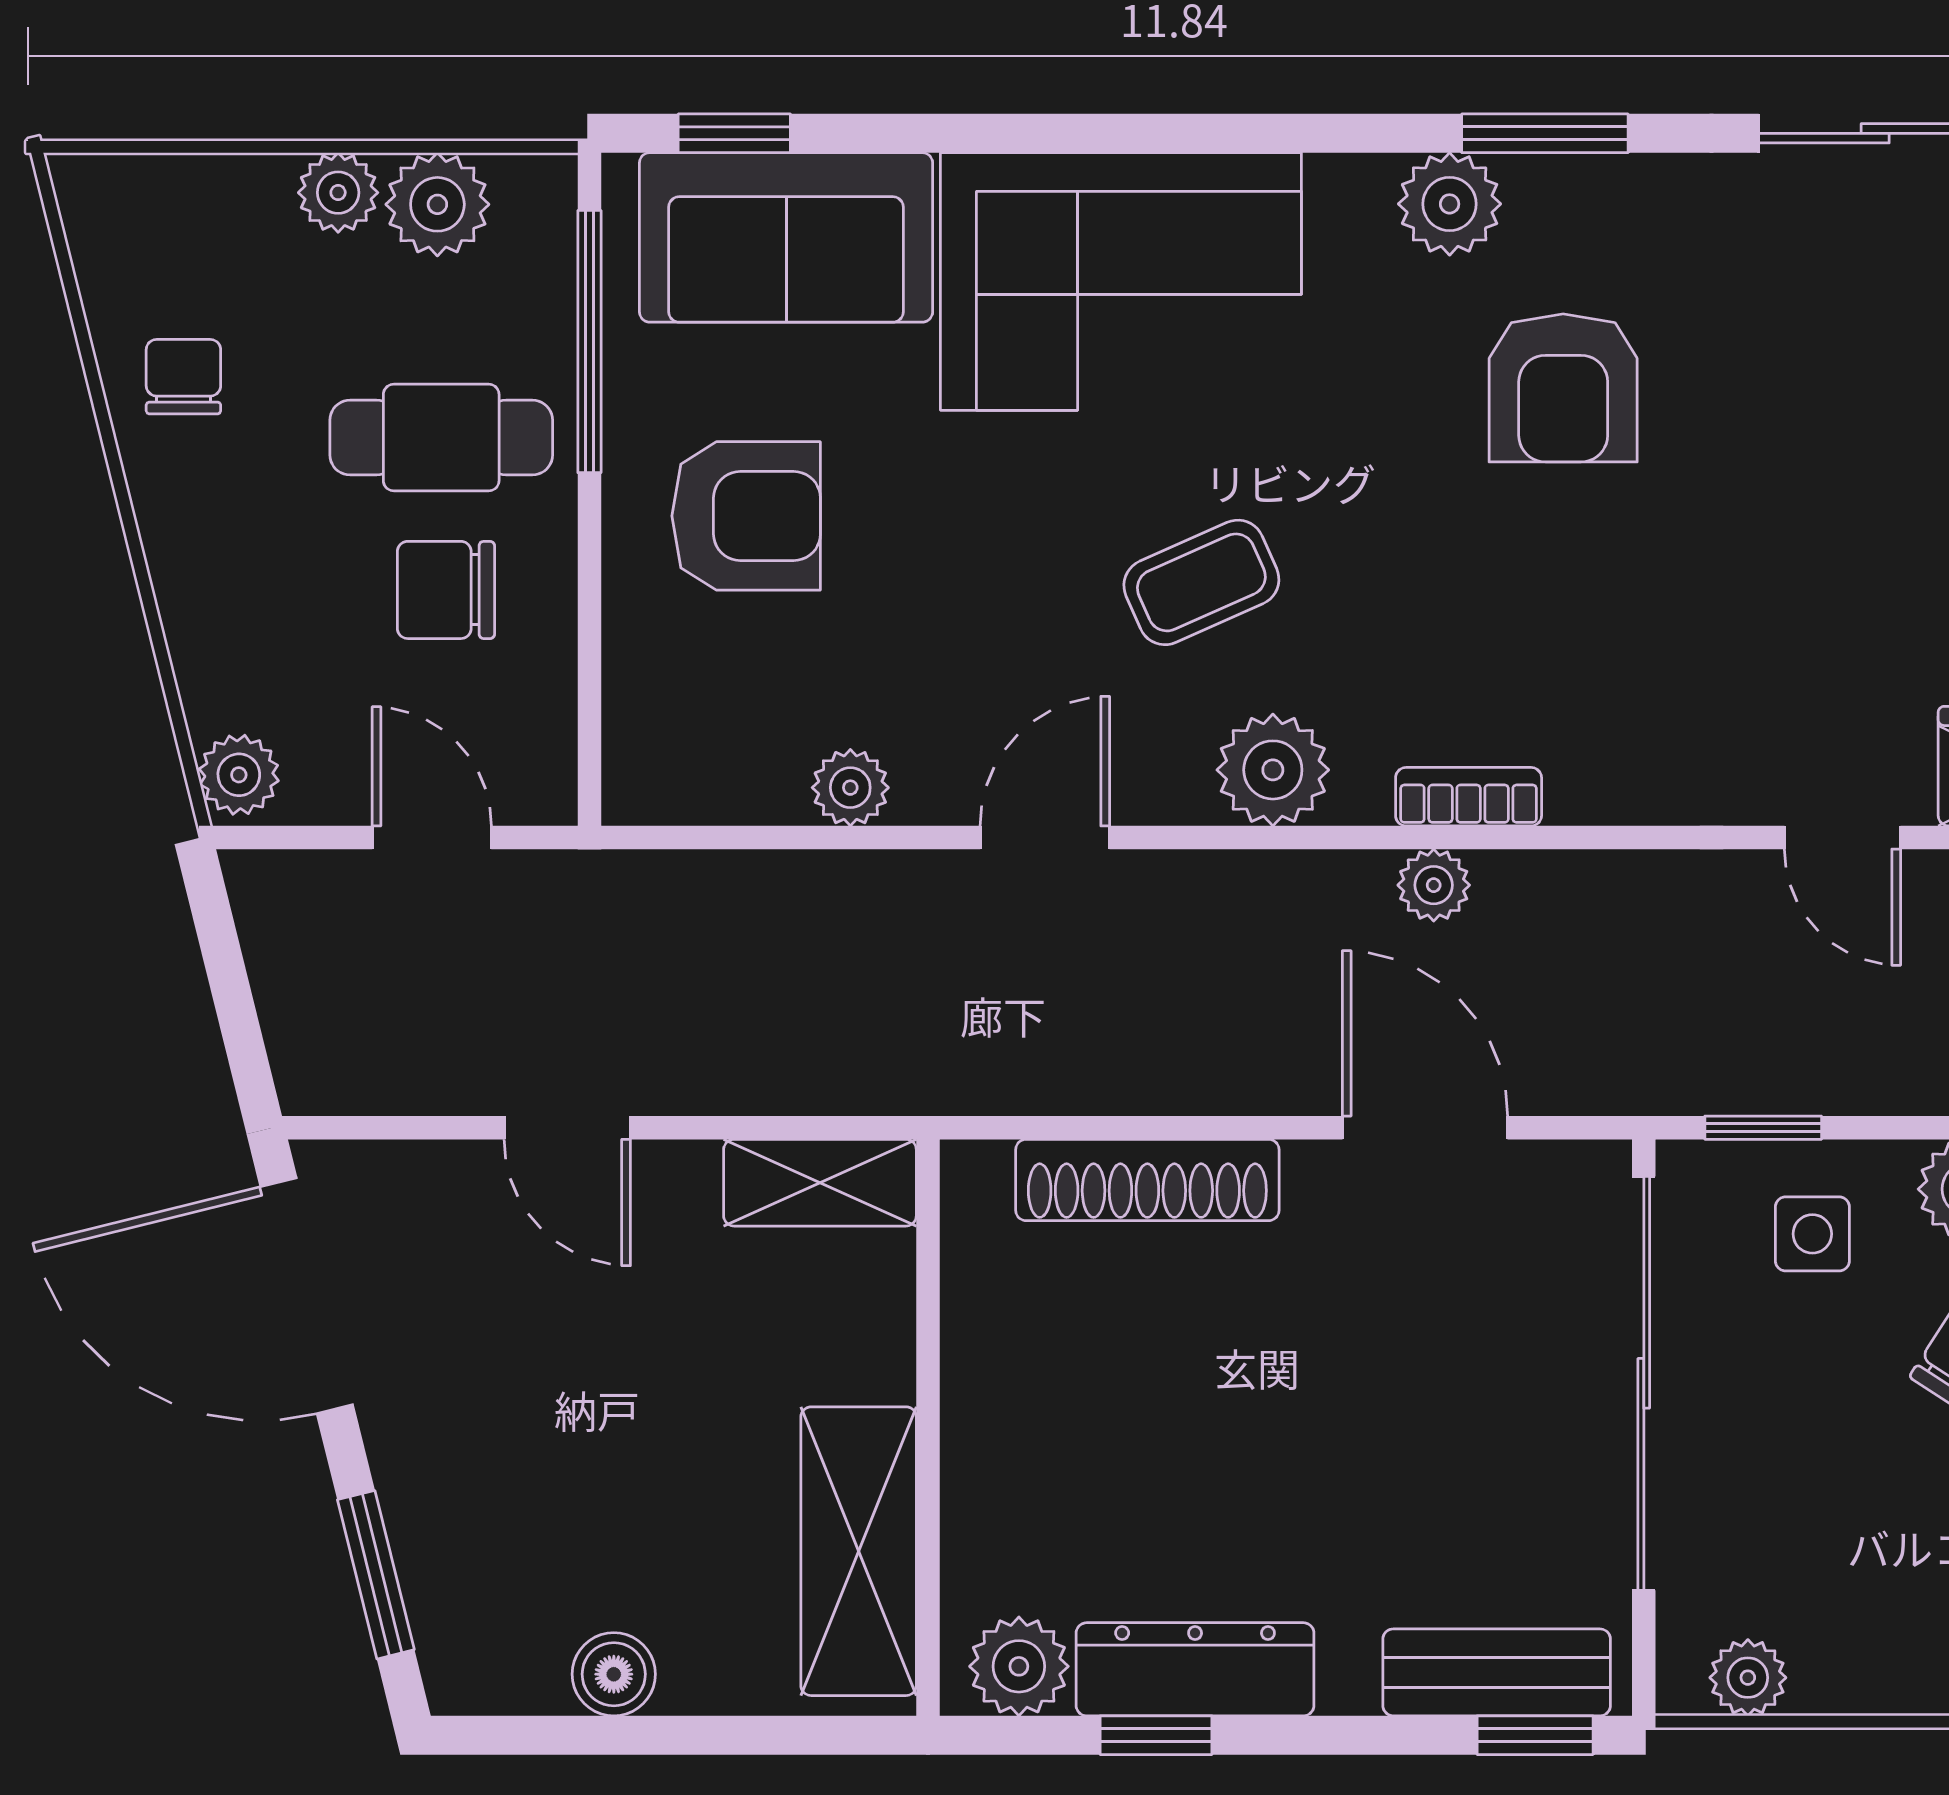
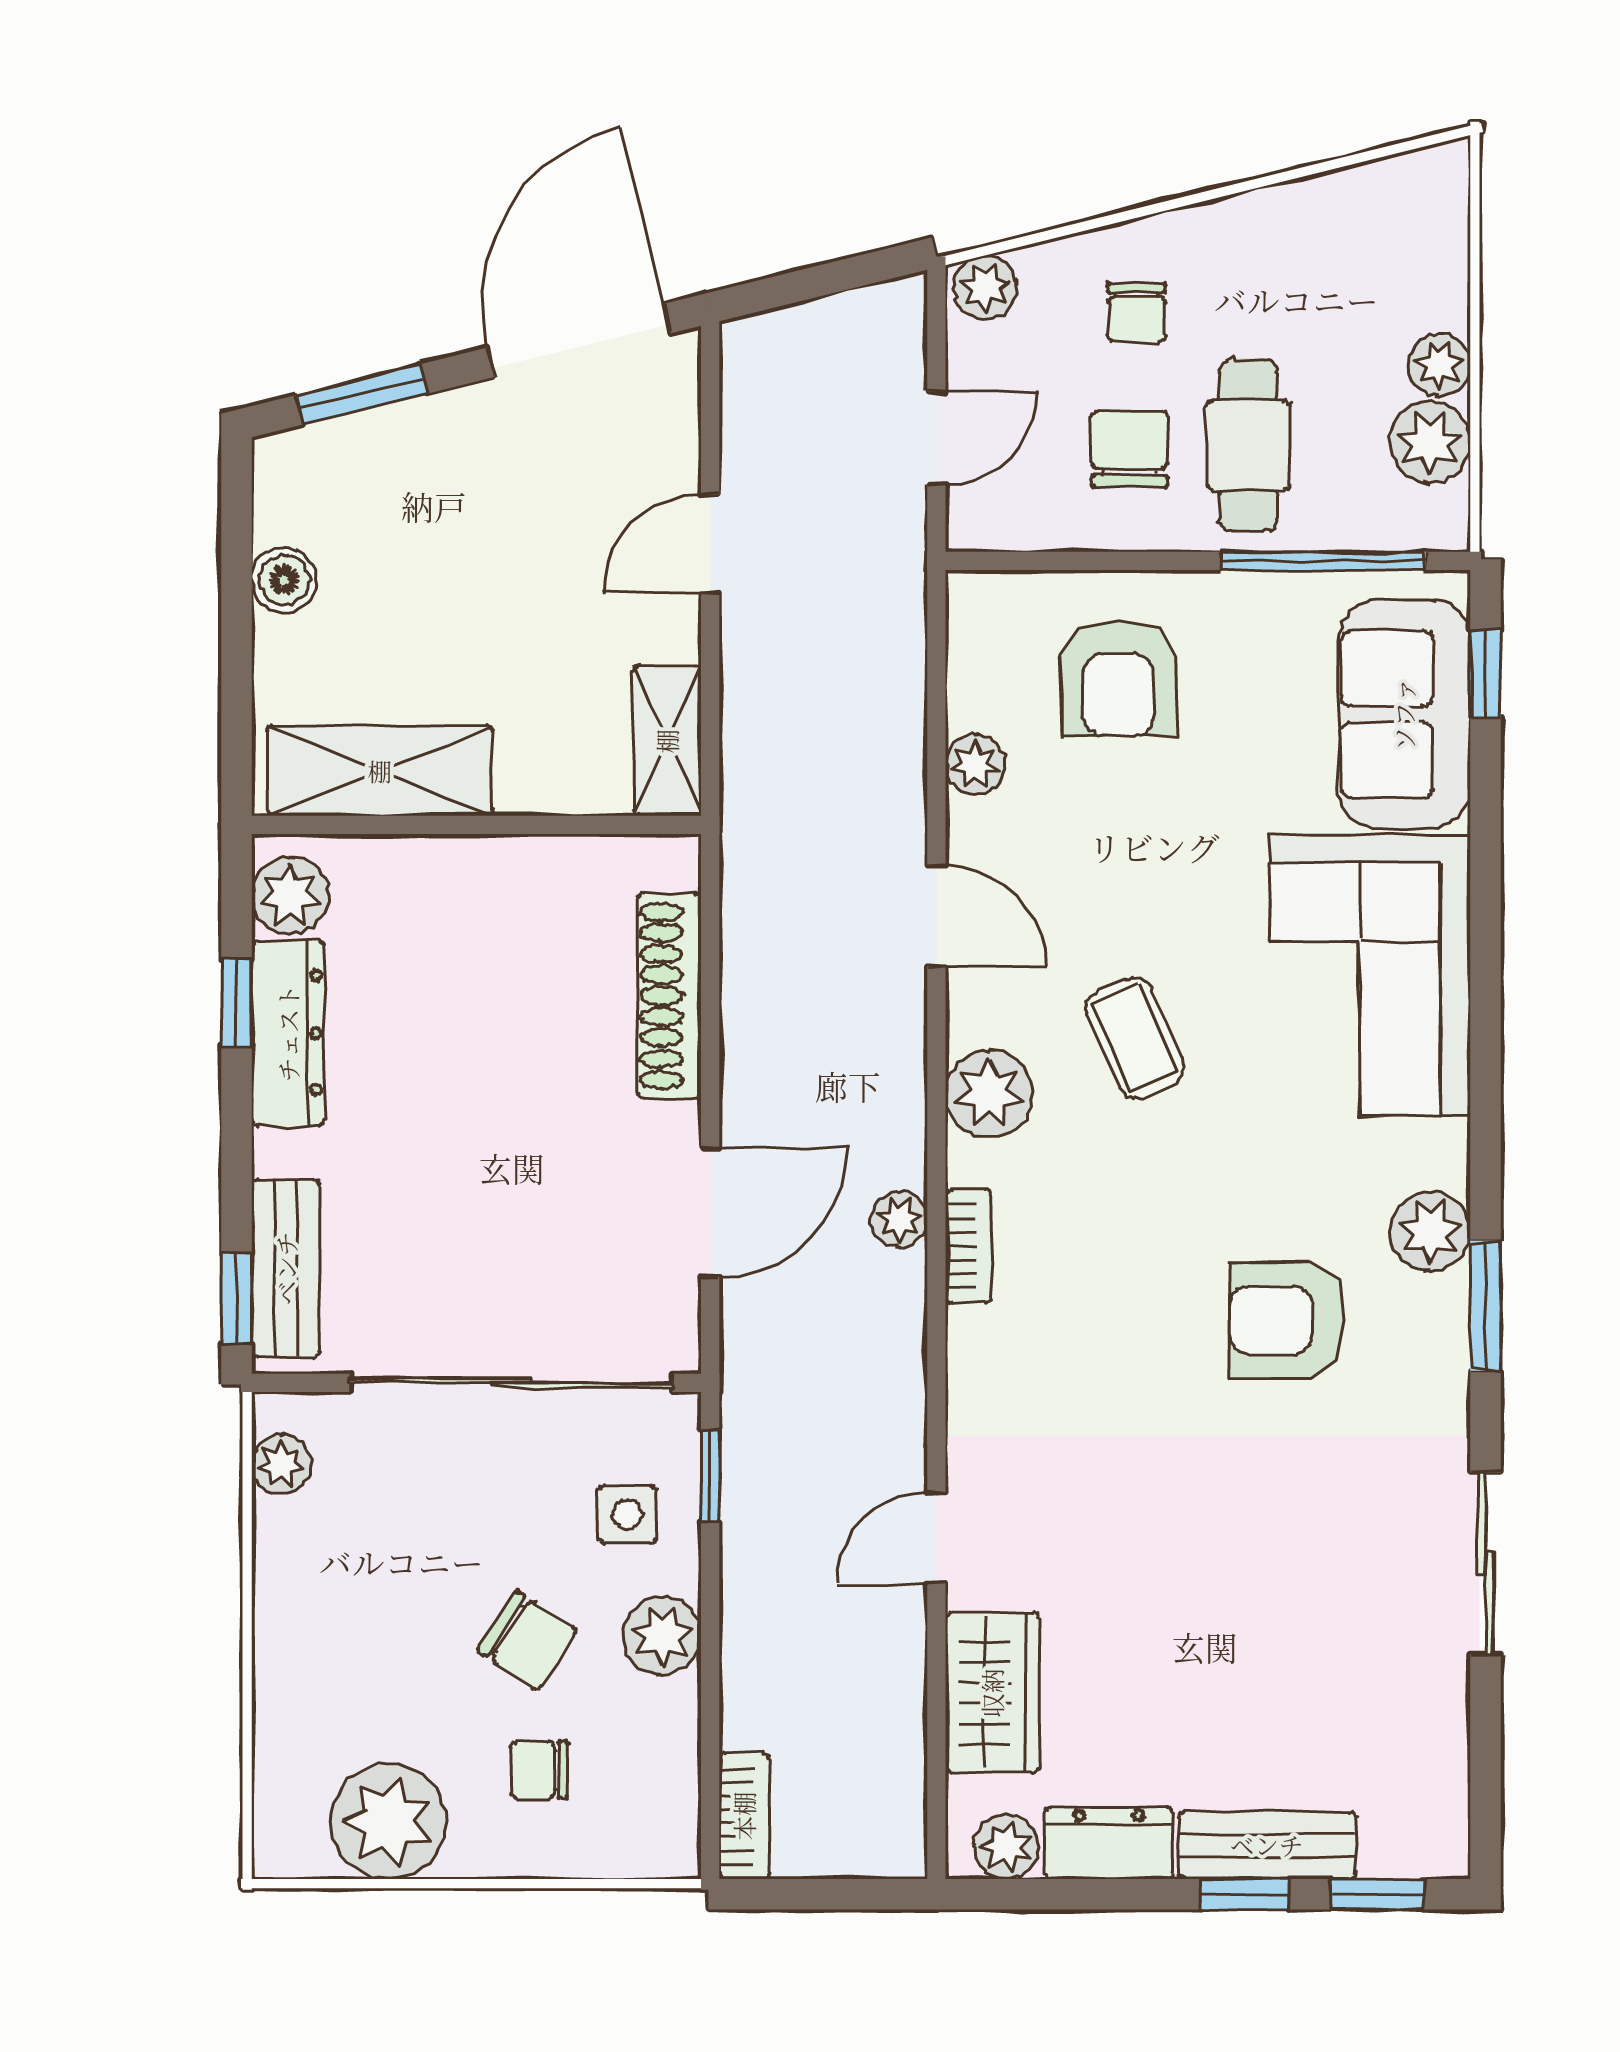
chair: (183, 377) -> (1137, 312), moved, turned 90
armchair: (746, 516) -> (1118, 678), moved

